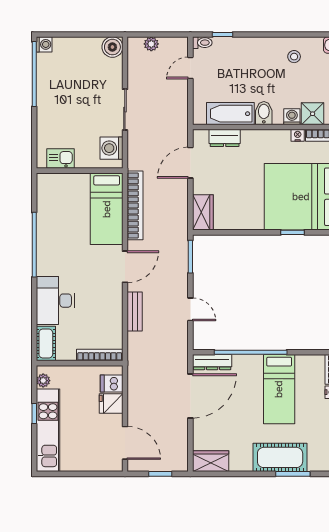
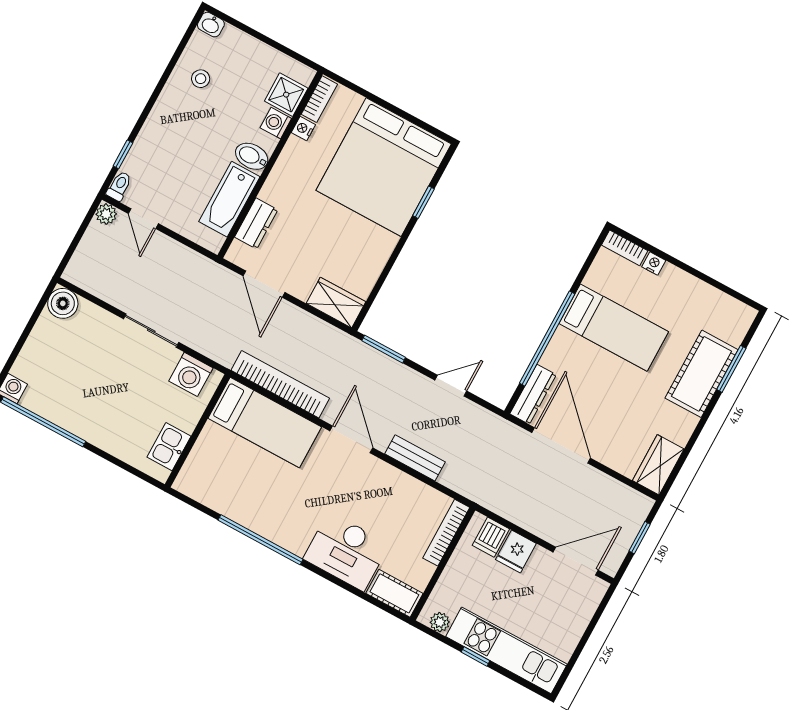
plant: (151, 44) -> (106, 214), moved

